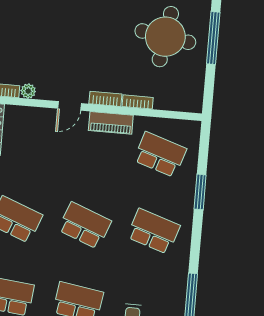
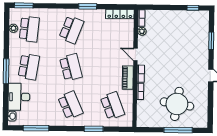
school desk: (160, 154) -> (112, 106), turned -39
school desk: (85, 225) -> (71, 67), turned -36
school desk: (154, 231) -> (70, 105), turned -42

